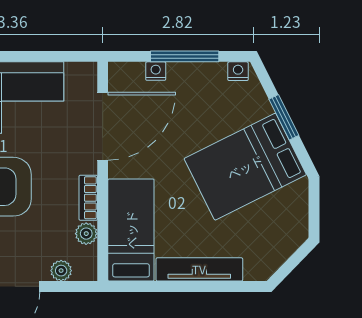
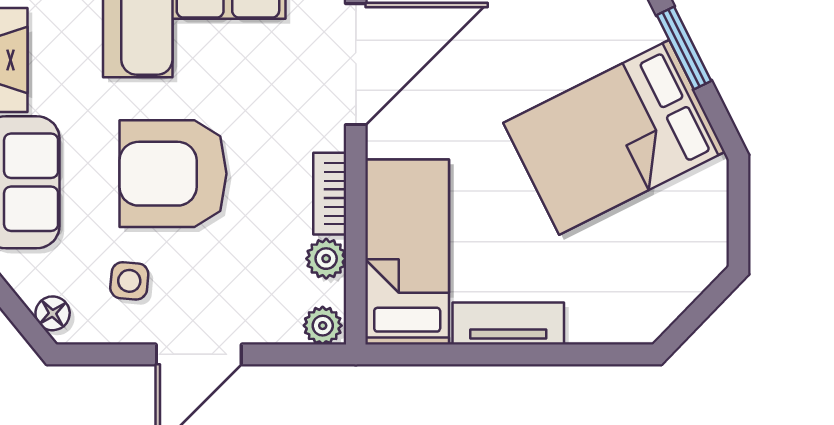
tv unit: (199, 269) -> (508, 323), width x0.71
plant: (61, 271) -> (323, 326), moved

